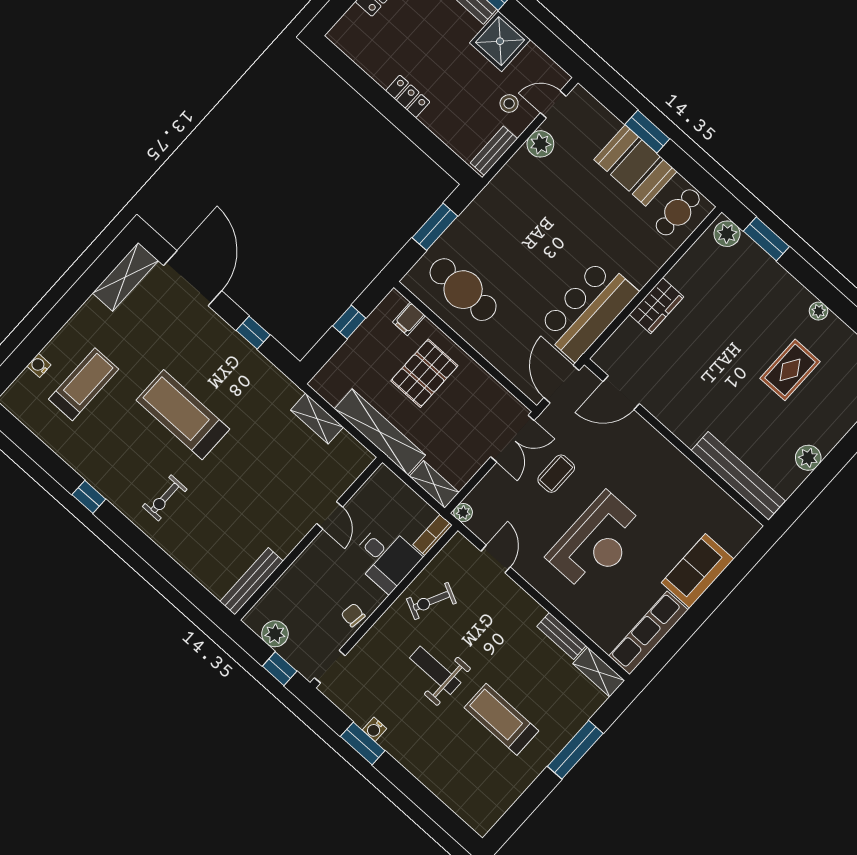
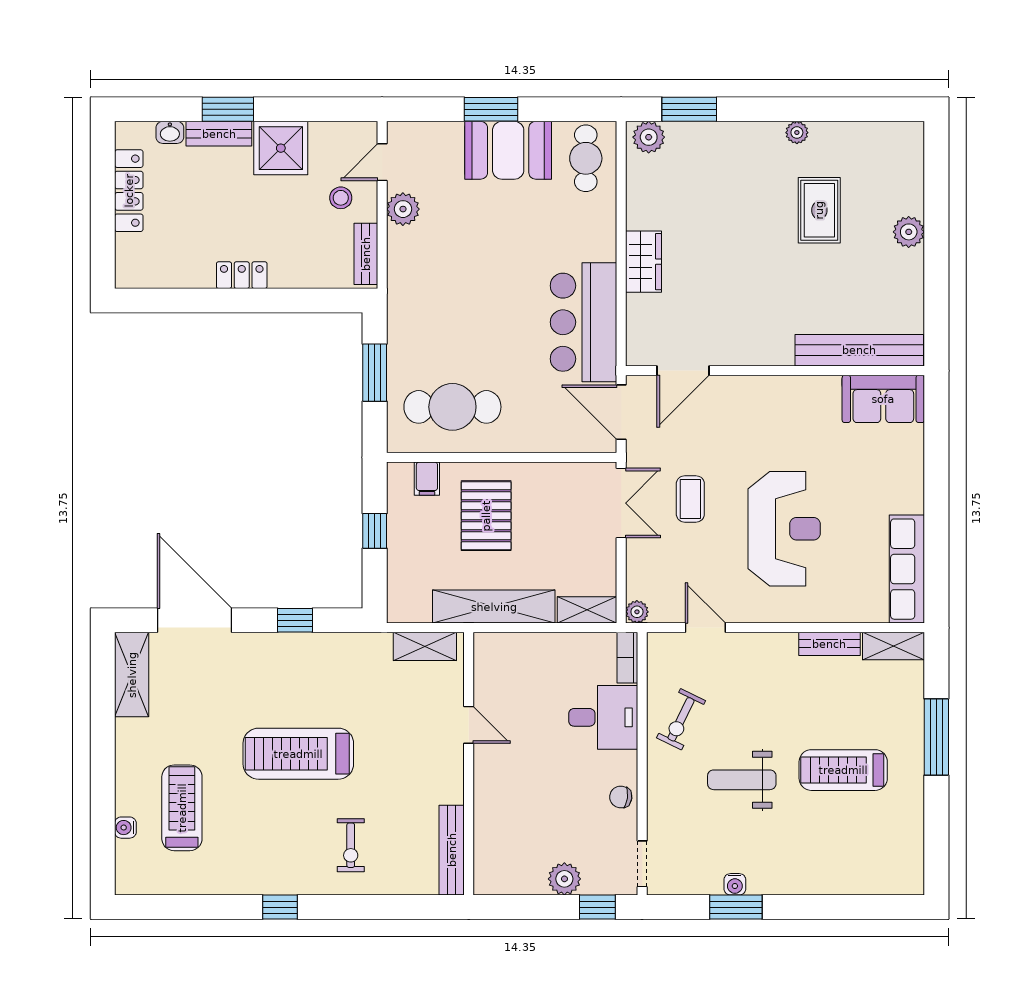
plant: (808, 458) -> (909, 232), moved
door: (330, 515) -> (469, 725), moved
wall: (309, 539) -> (469, 764), moved
sofa: (698, 571) -> (883, 399), moved, turned -90
bench: (252, 581) -> (452, 850), moved

